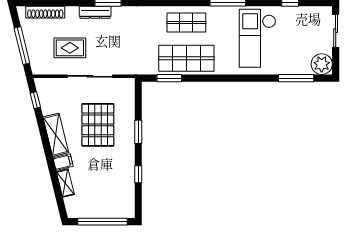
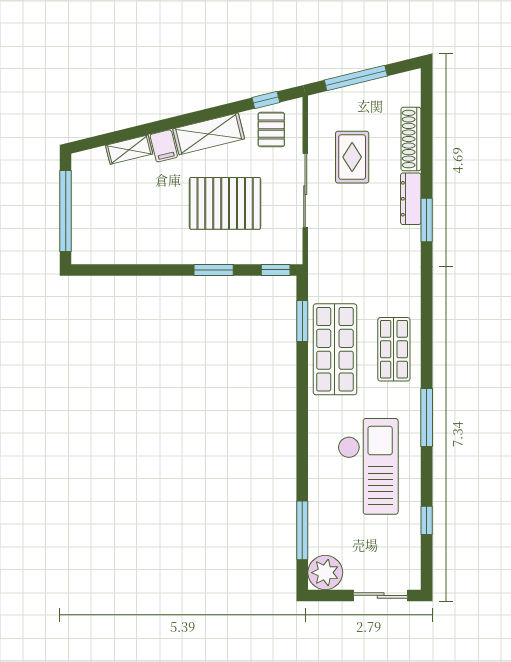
shoe rack: (45, 12) -> (411, 139), moved
checkout: (257, 38) -> (368, 466), turned 90
pallet: (53, 97) -> (271, 129), added
window: (138, 174) -> (276, 270), moved

